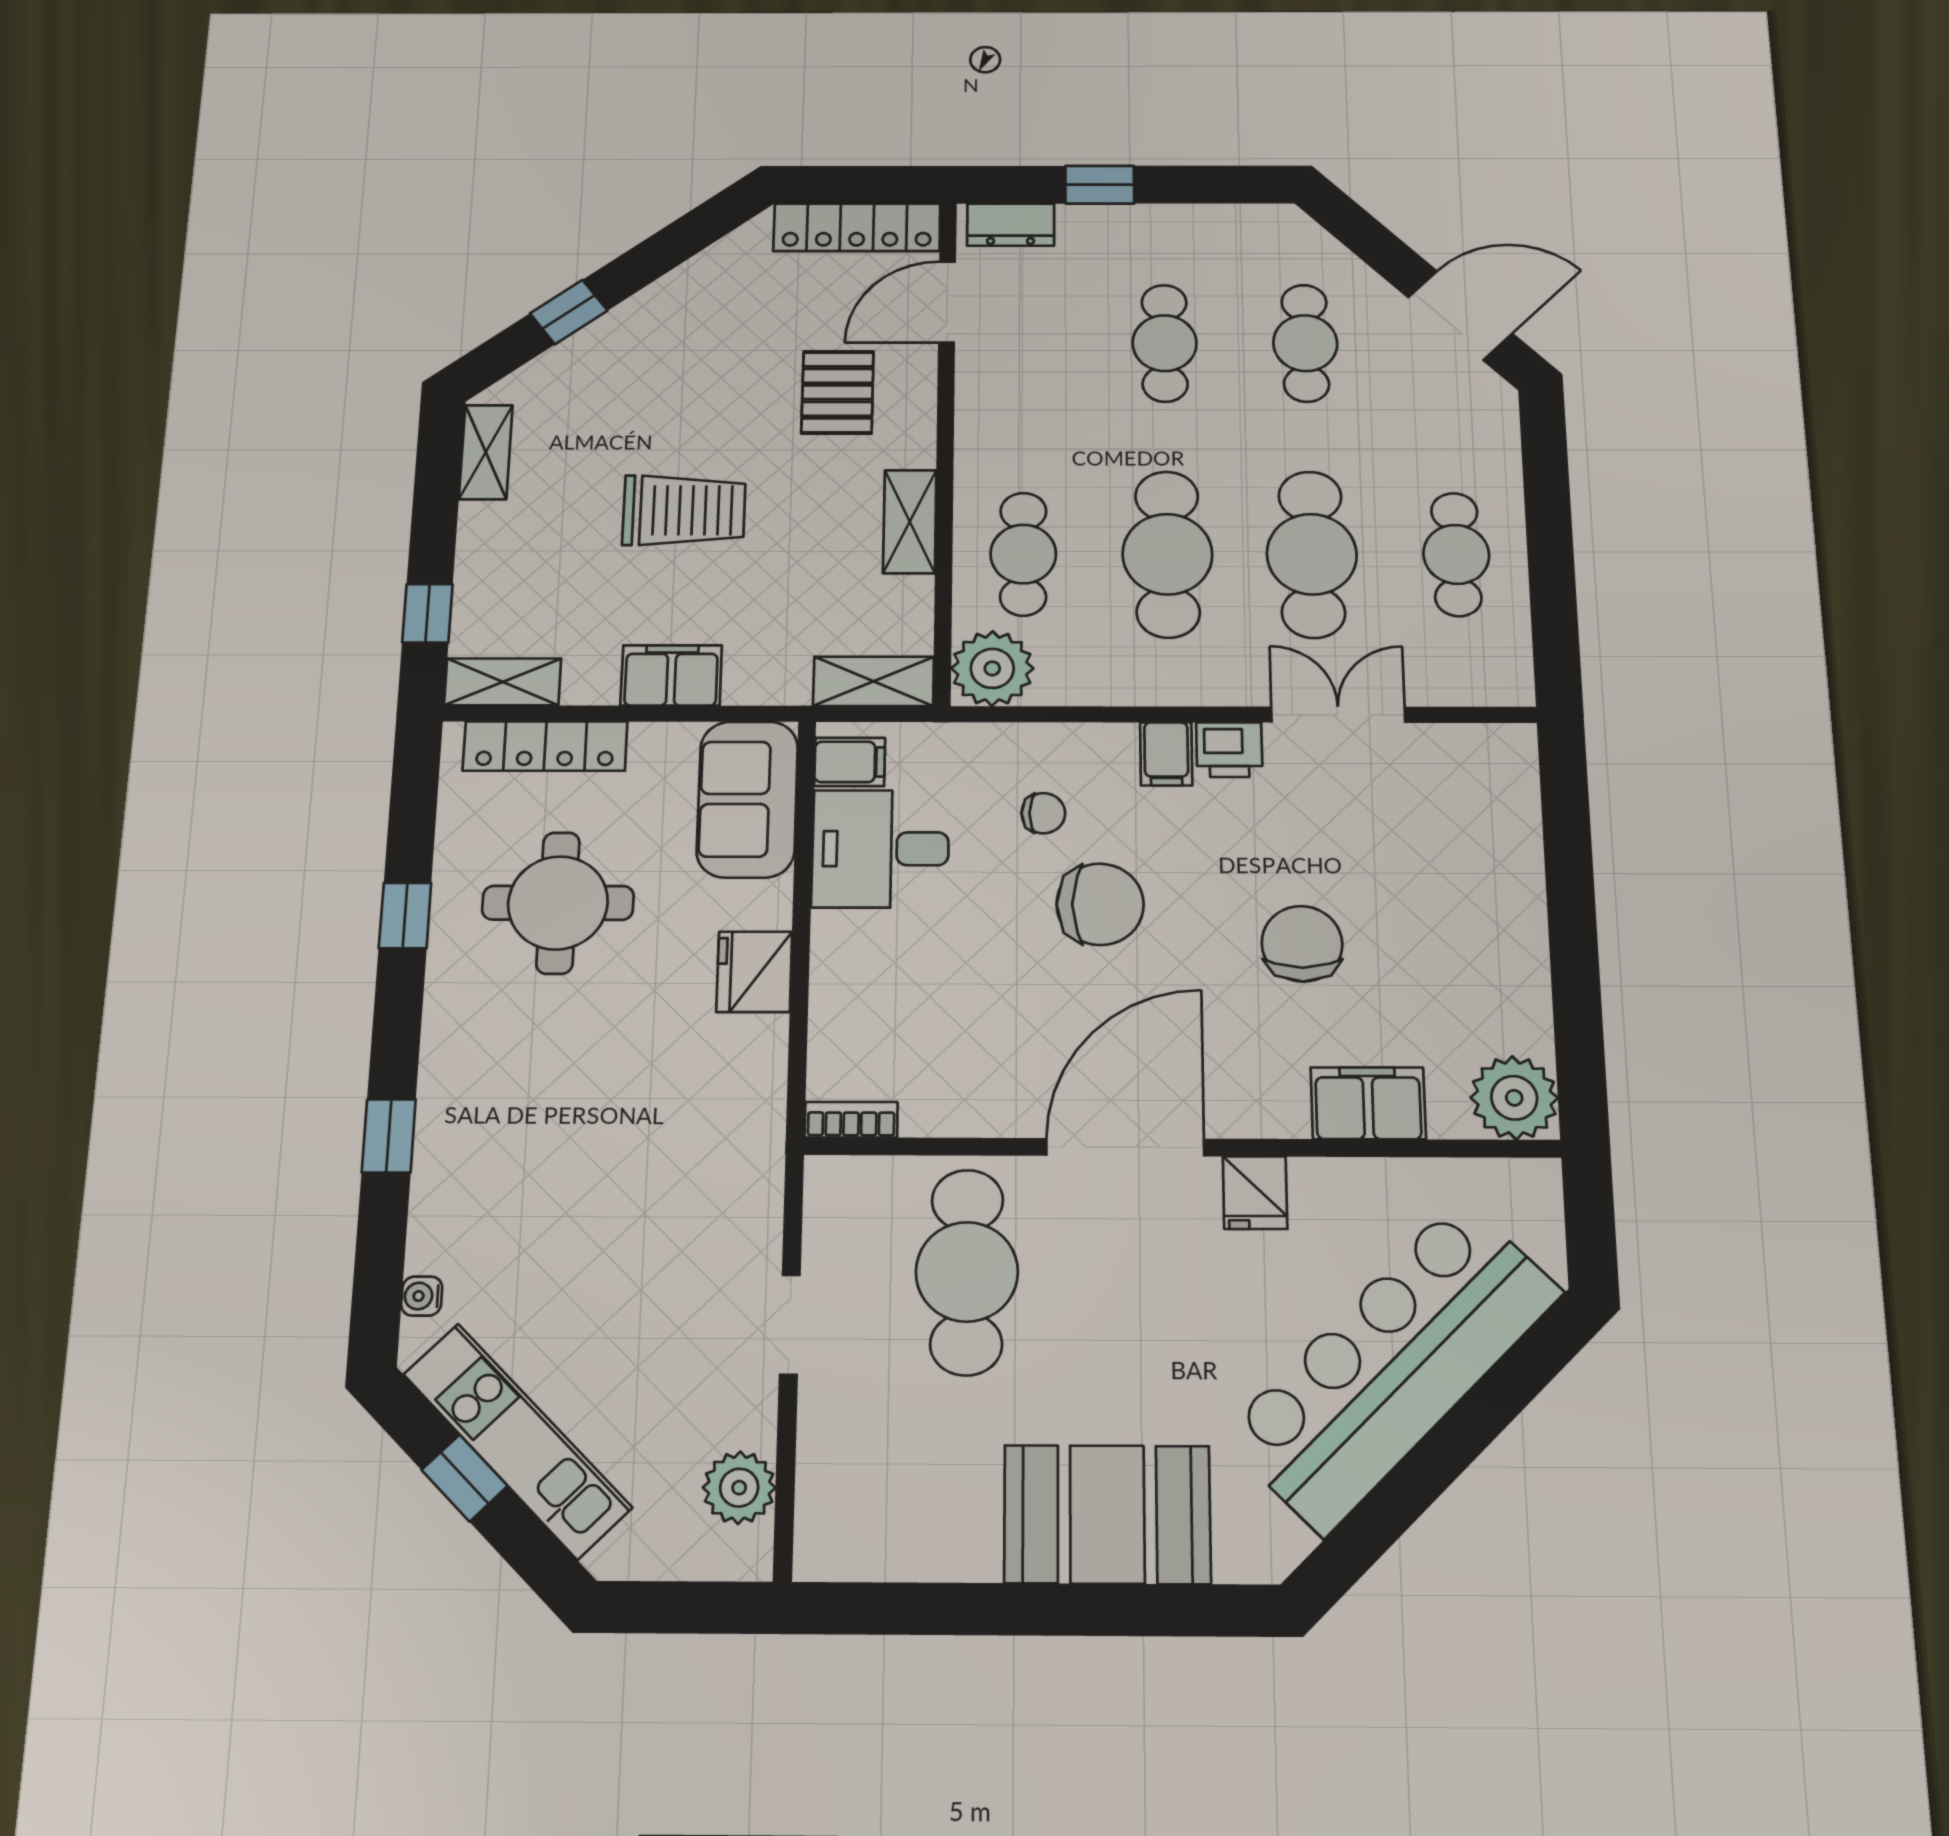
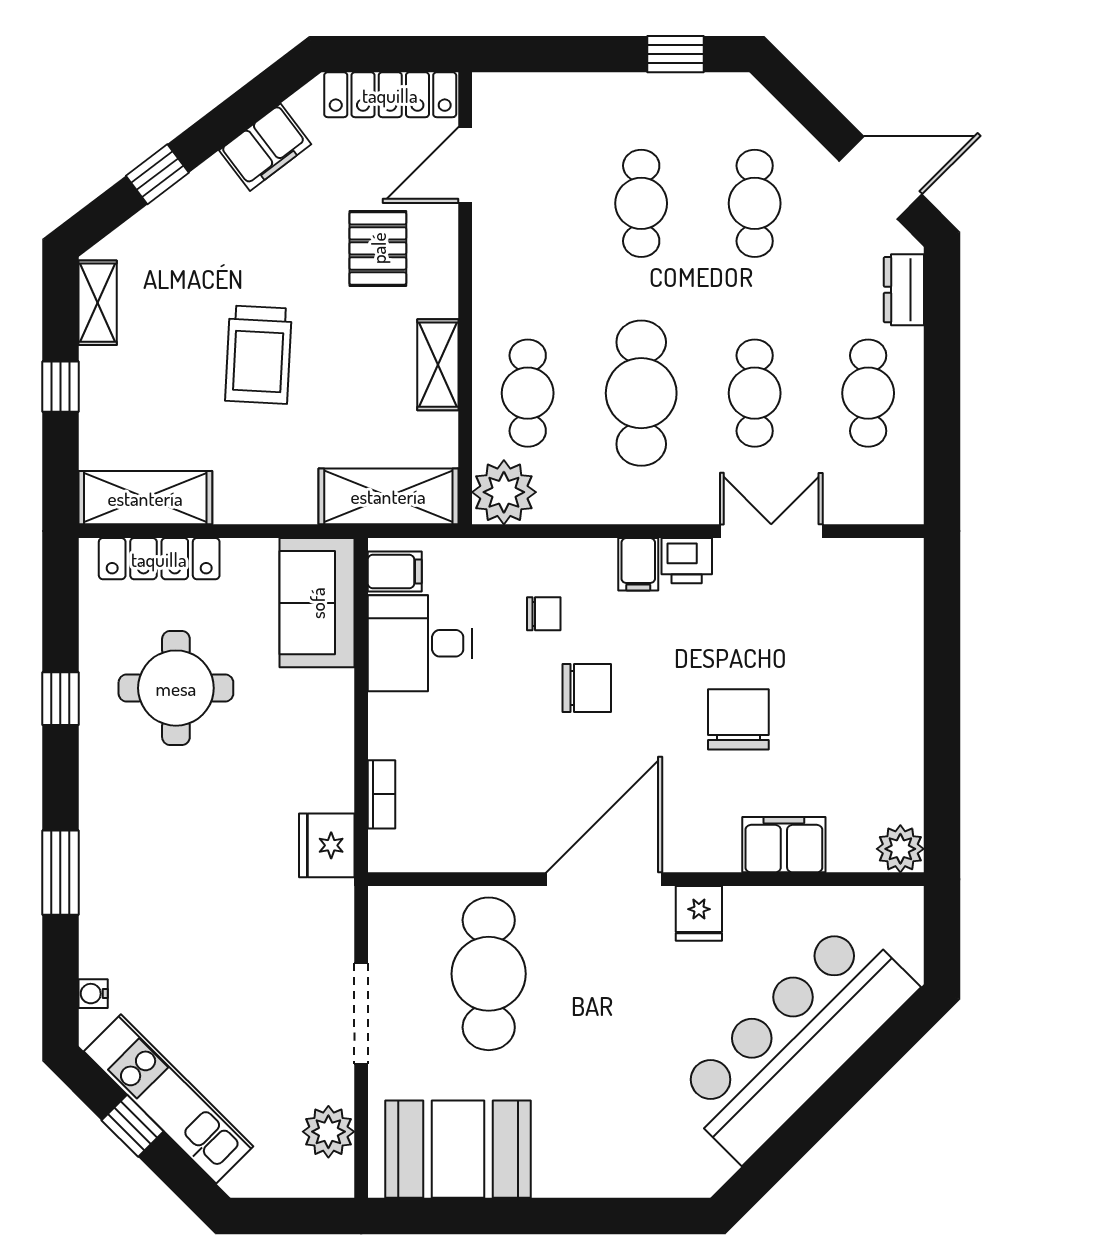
window: (1100, 185) -> (675, 54), moved
dresser: (1011, 225) -> (904, 290), moved, turned 90
trolley: (684, 510) -> (258, 355), turned 93
cafe table: (1312, 554) -> (755, 393), width x0.73, depth x0.74
window: (427, 613) -> (60, 387), moved
filing cabinet: (671, 675) -> (265, 147), moved, turned 143
shelving: (873, 681) -> (388, 496), width x1.50, depth x1.33
shelving: (503, 682) -> (145, 498), width x1.50, depth x1.33
chair: (1100, 904) -> (587, 688), width x0.73, depth x0.73
fridge: (754, 972) -> (327, 845), moved
plant: (1514, 1098) -> (900, 849), width x0.73, depth x0.73
bookcase: (851, 1120) -> (382, 794), moved, turned 90
window: (389, 1136) -> (60, 873), width x1.50
doorway: (790, 1325) -> (361, 1013), width x1.38
booth: (1107, 1514) -> (458, 1149), moved

